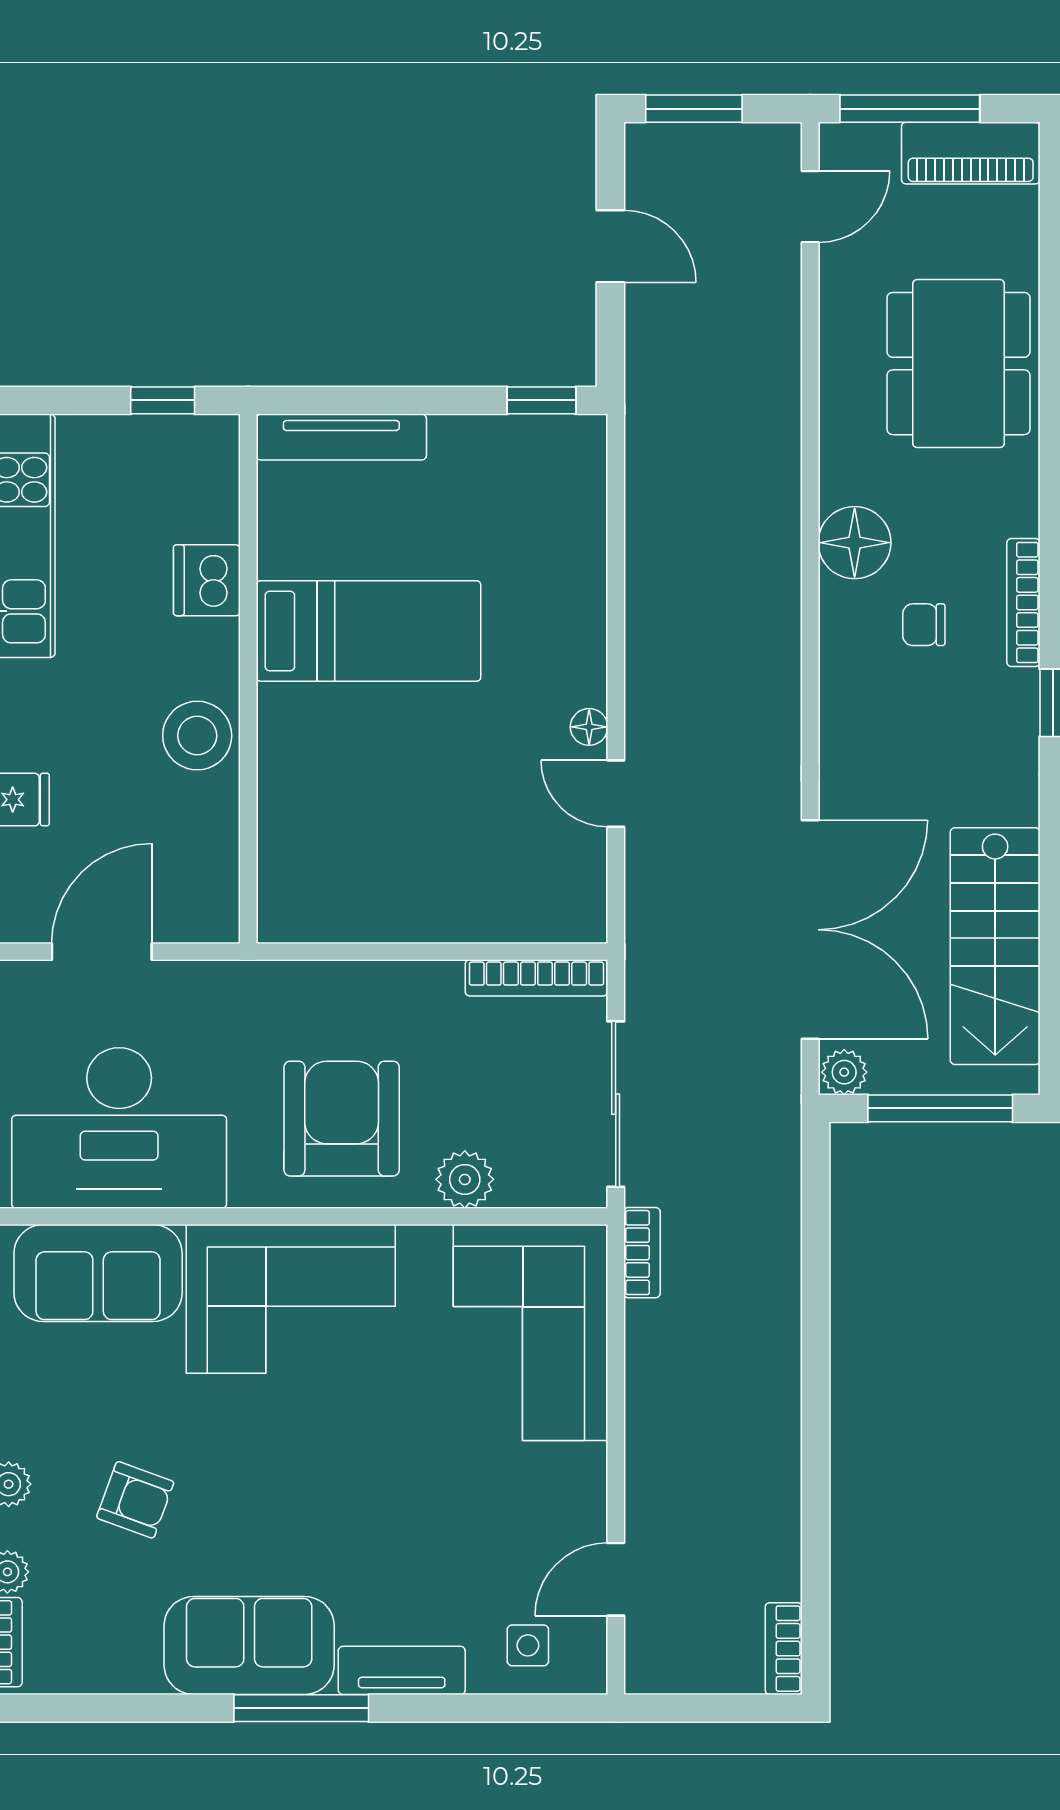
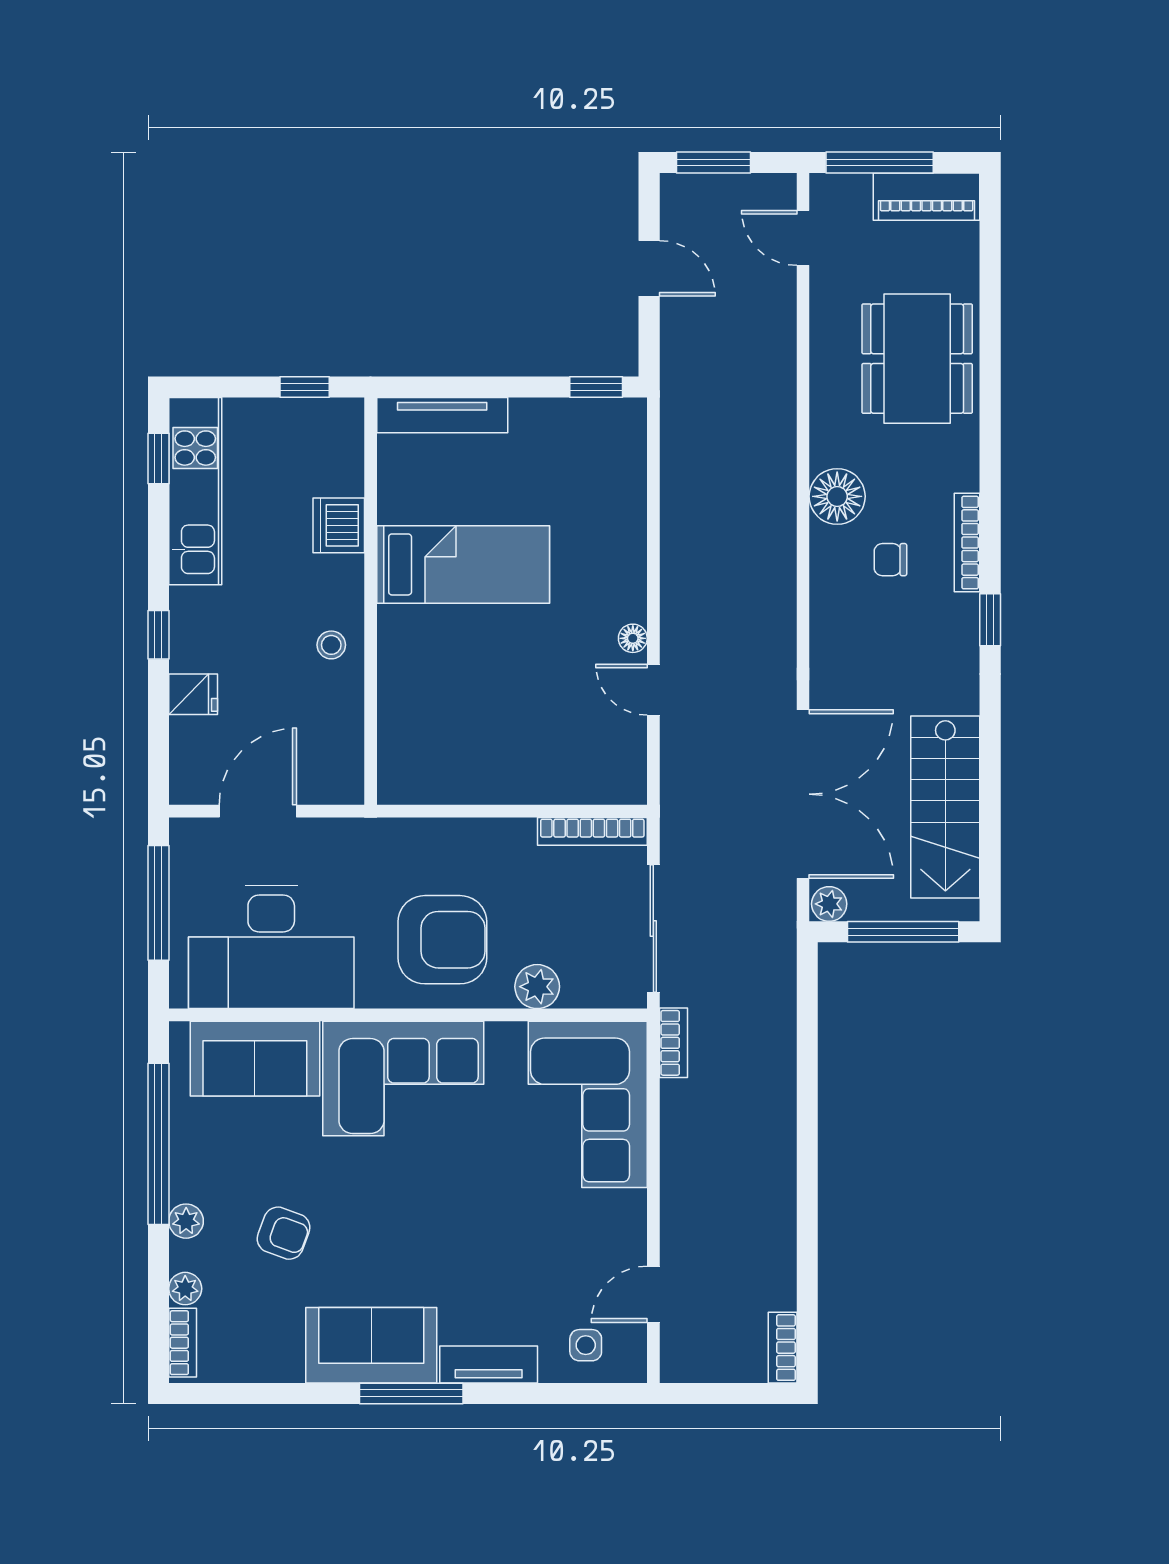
door: (810, 207) -> (803, 238), swing flipped
stool: (197, 736) -> (331, 645), width x0.53, depth x0.53
armchair: (342, 1119) -> (442, 940), turned 90

